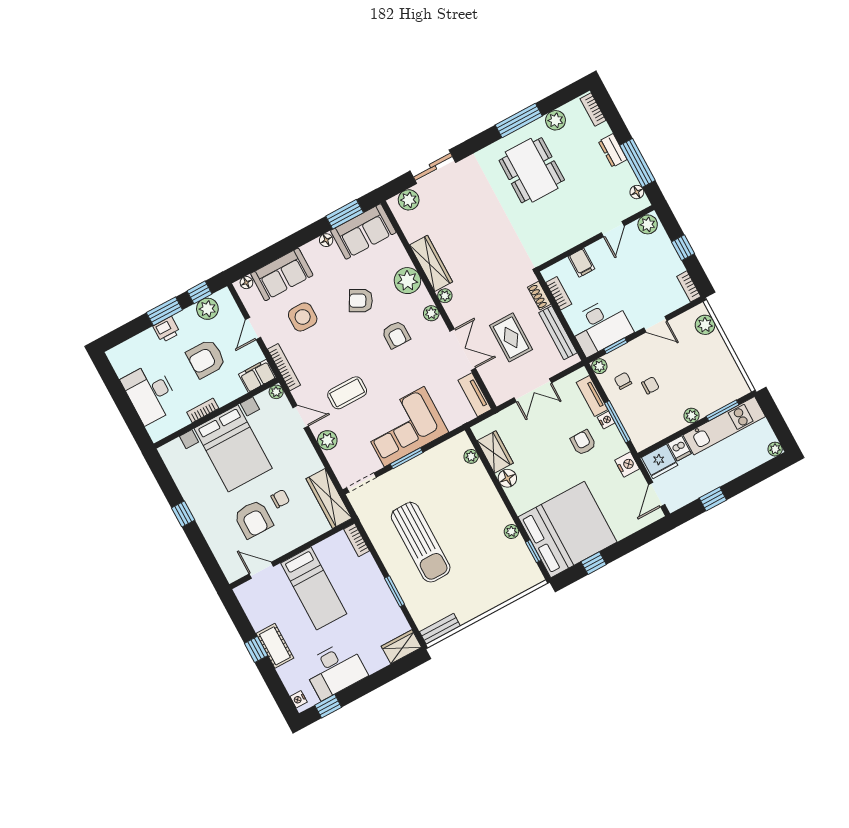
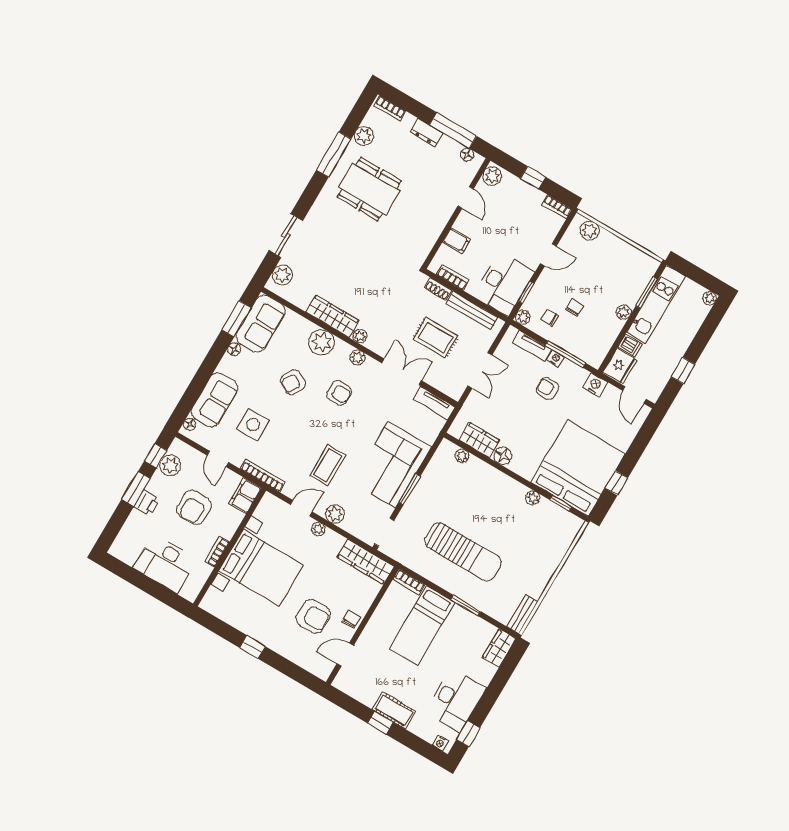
plant: (276, 392) -> (318, 529), moved
chair: (280, 499) -> (351, 619), moved
bed: (314, 588) -> (422, 626), moved, turned 90

